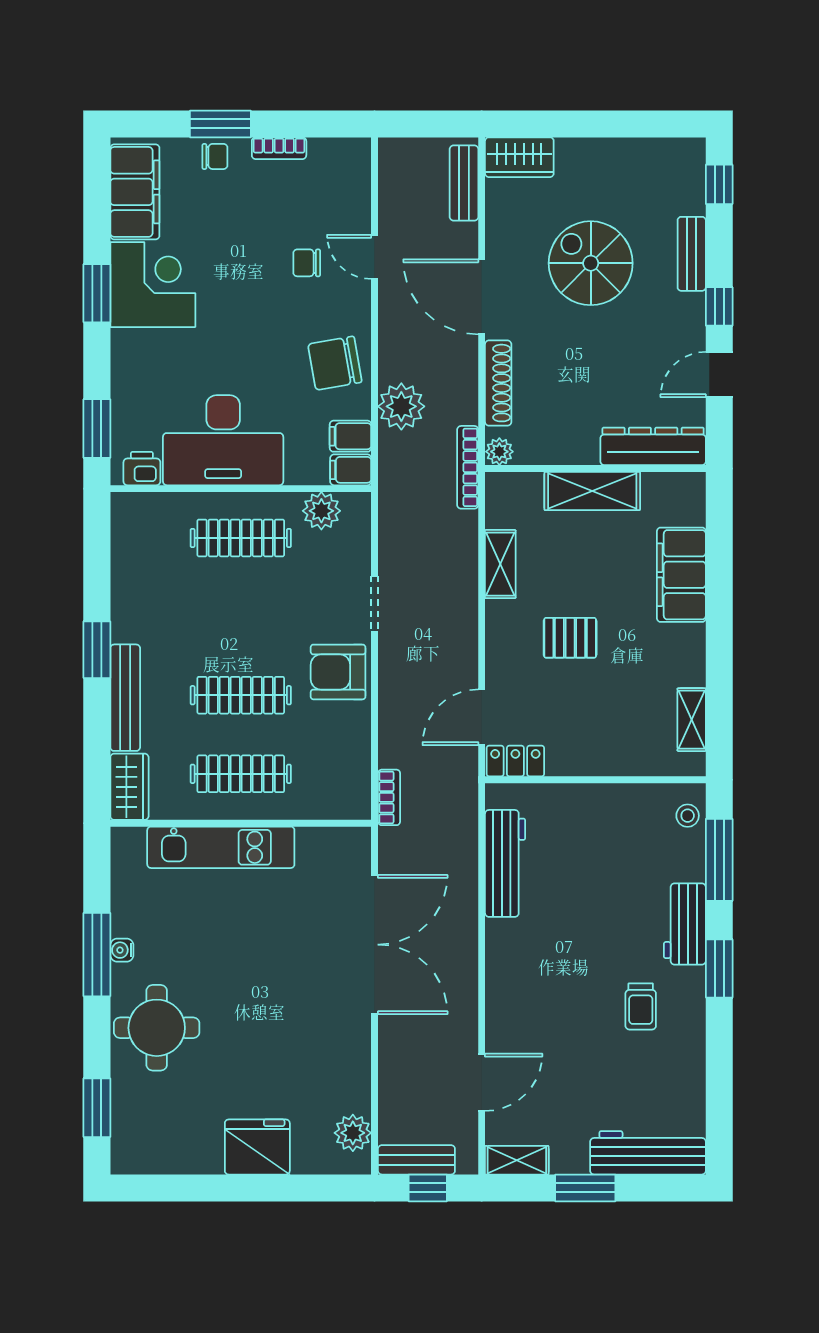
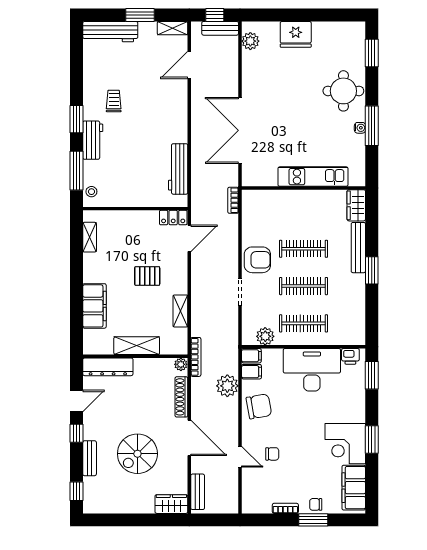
spiral stairs: (591, 263) -> (137, 454), turned 90
clothes rail: (241, 774) -> (304, 286), moved

